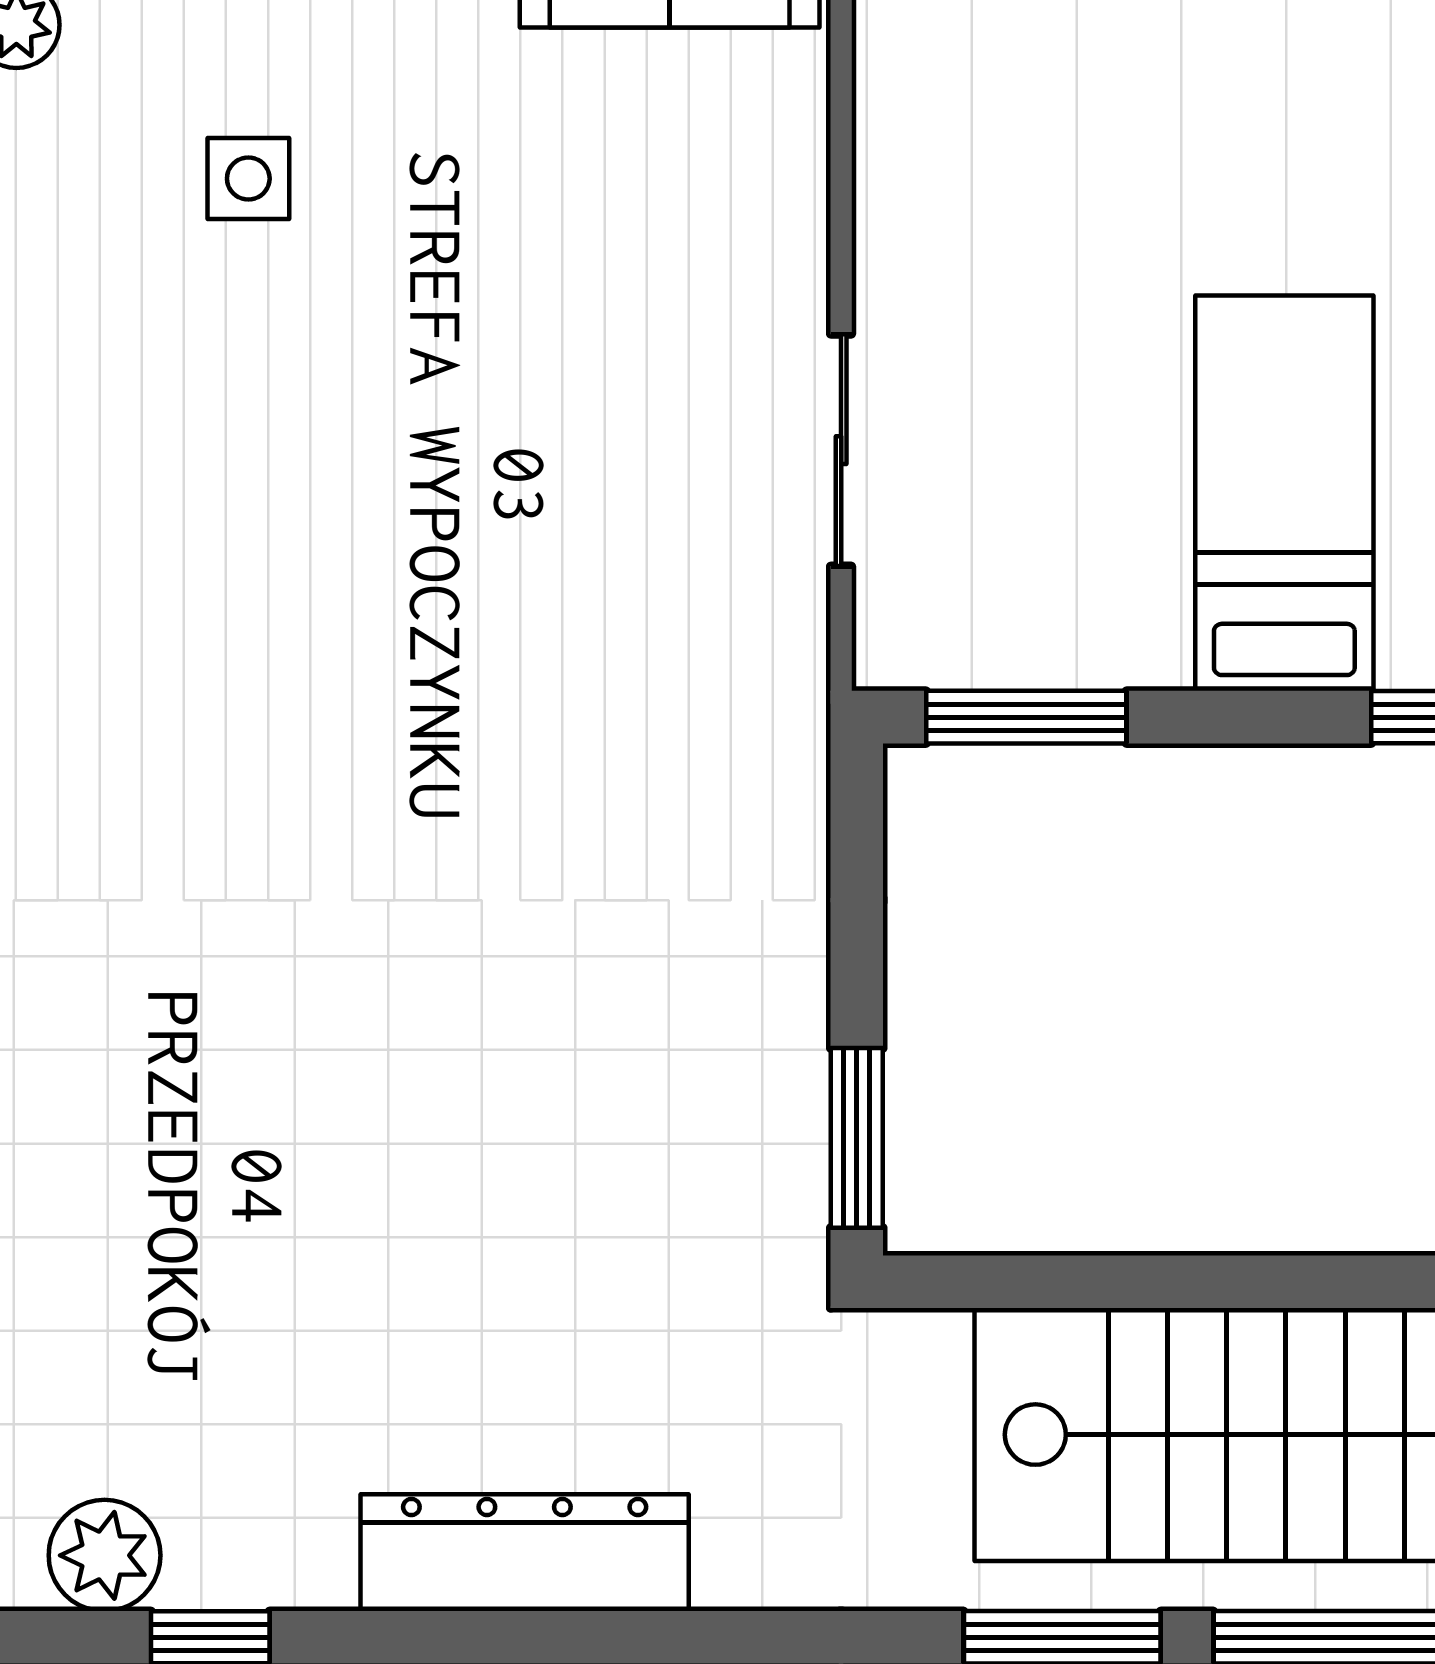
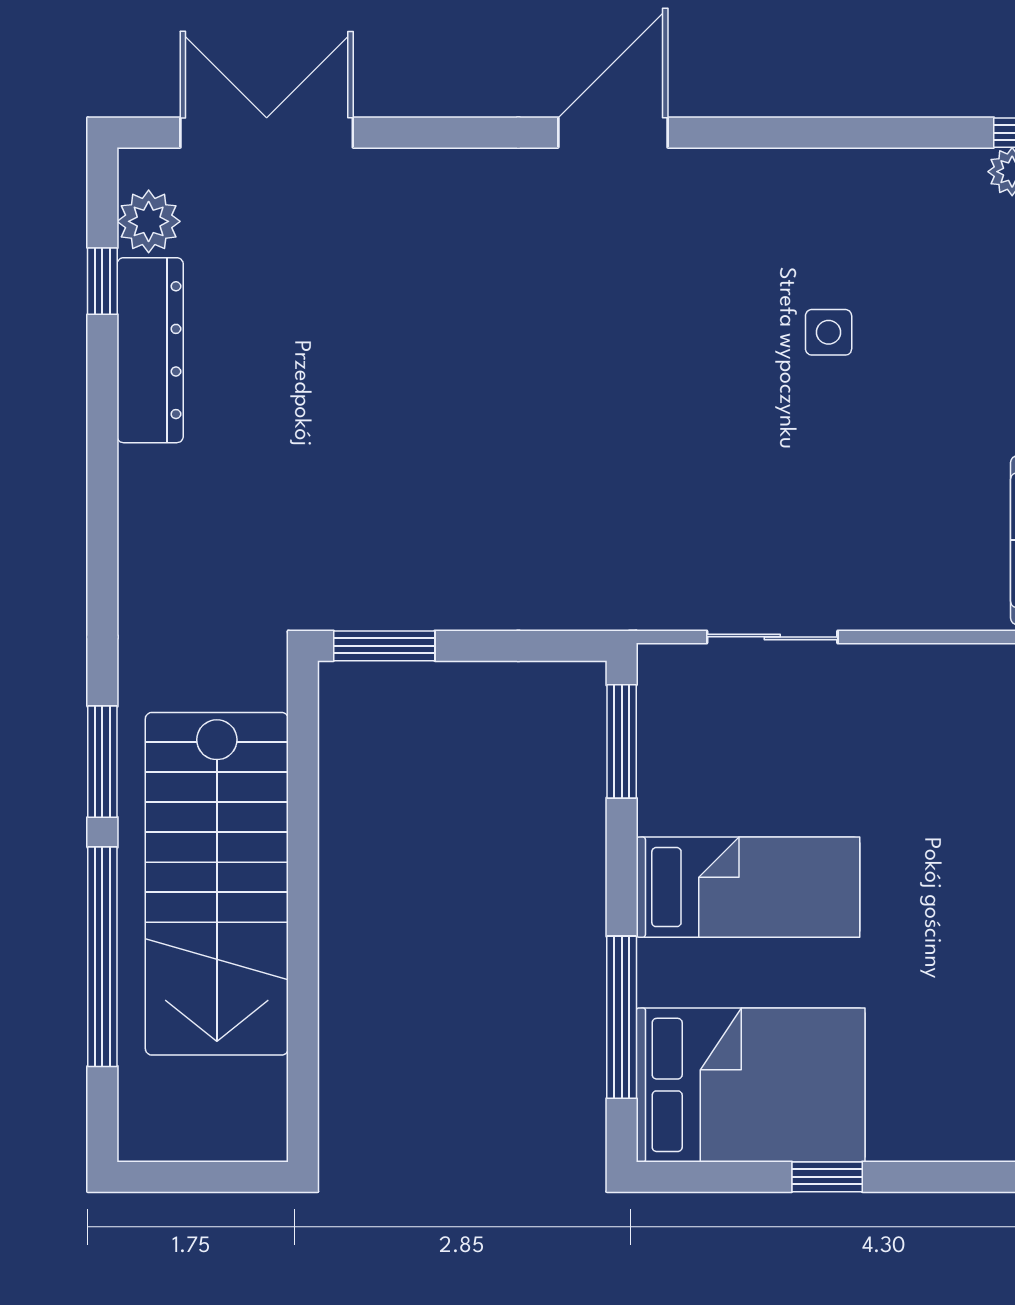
side table: (248, 179) -> (829, 332), moved
dresser: (525, 1553) -> (150, 350), moved

